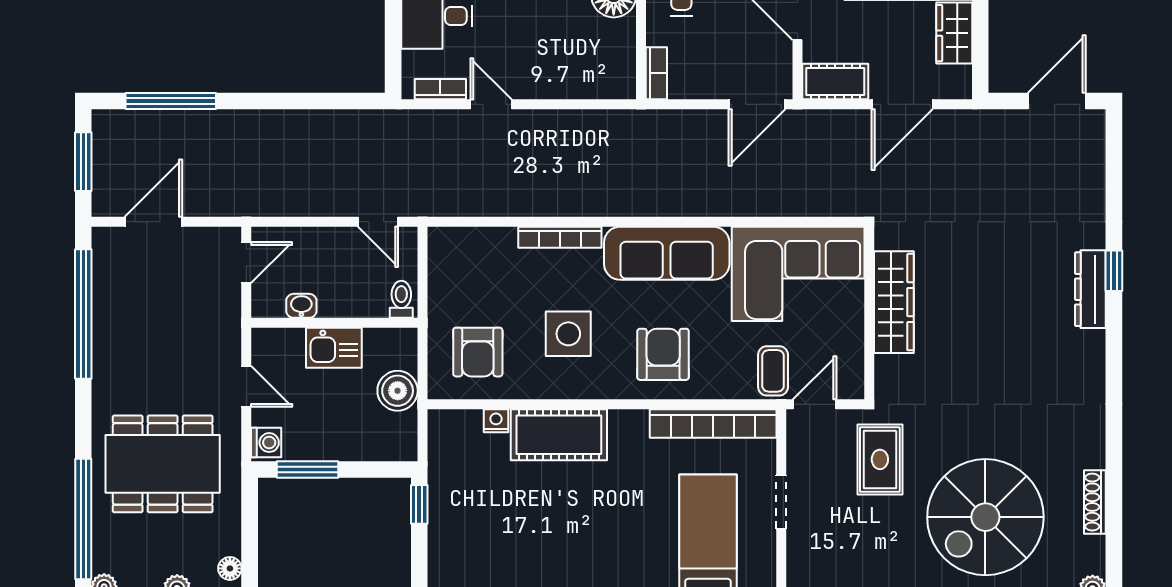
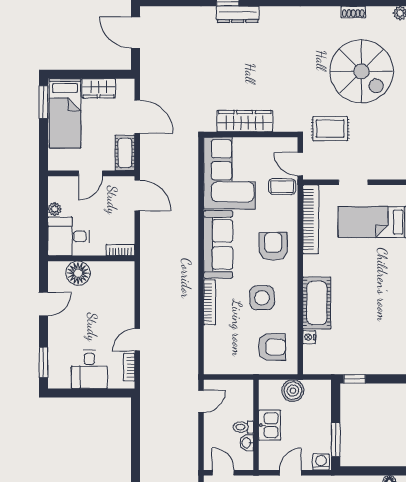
toilet: (401, 299) -> (243, 427), moved
armchair: (663, 354) -> (273, 246), turned 90
shoe rack: (1095, 502) -> (353, 12), width x0.70

